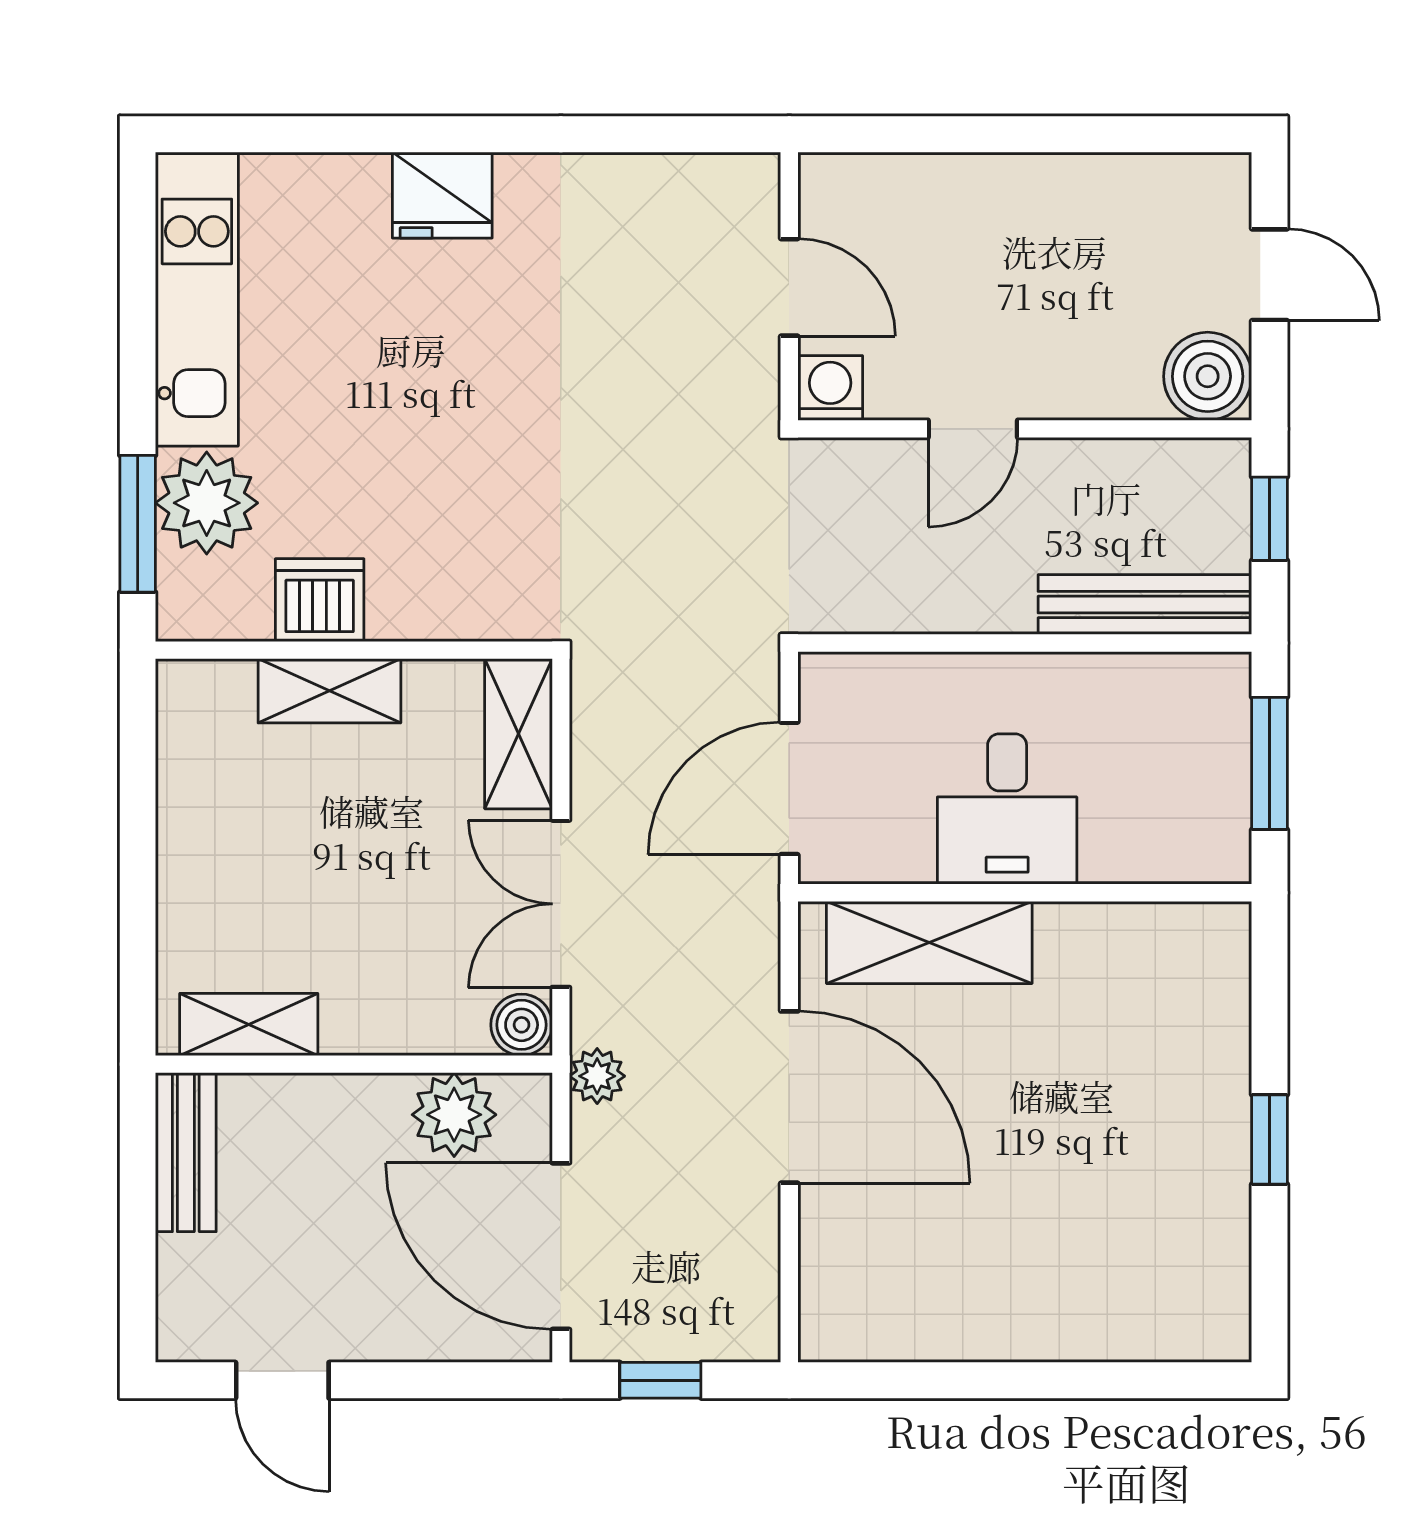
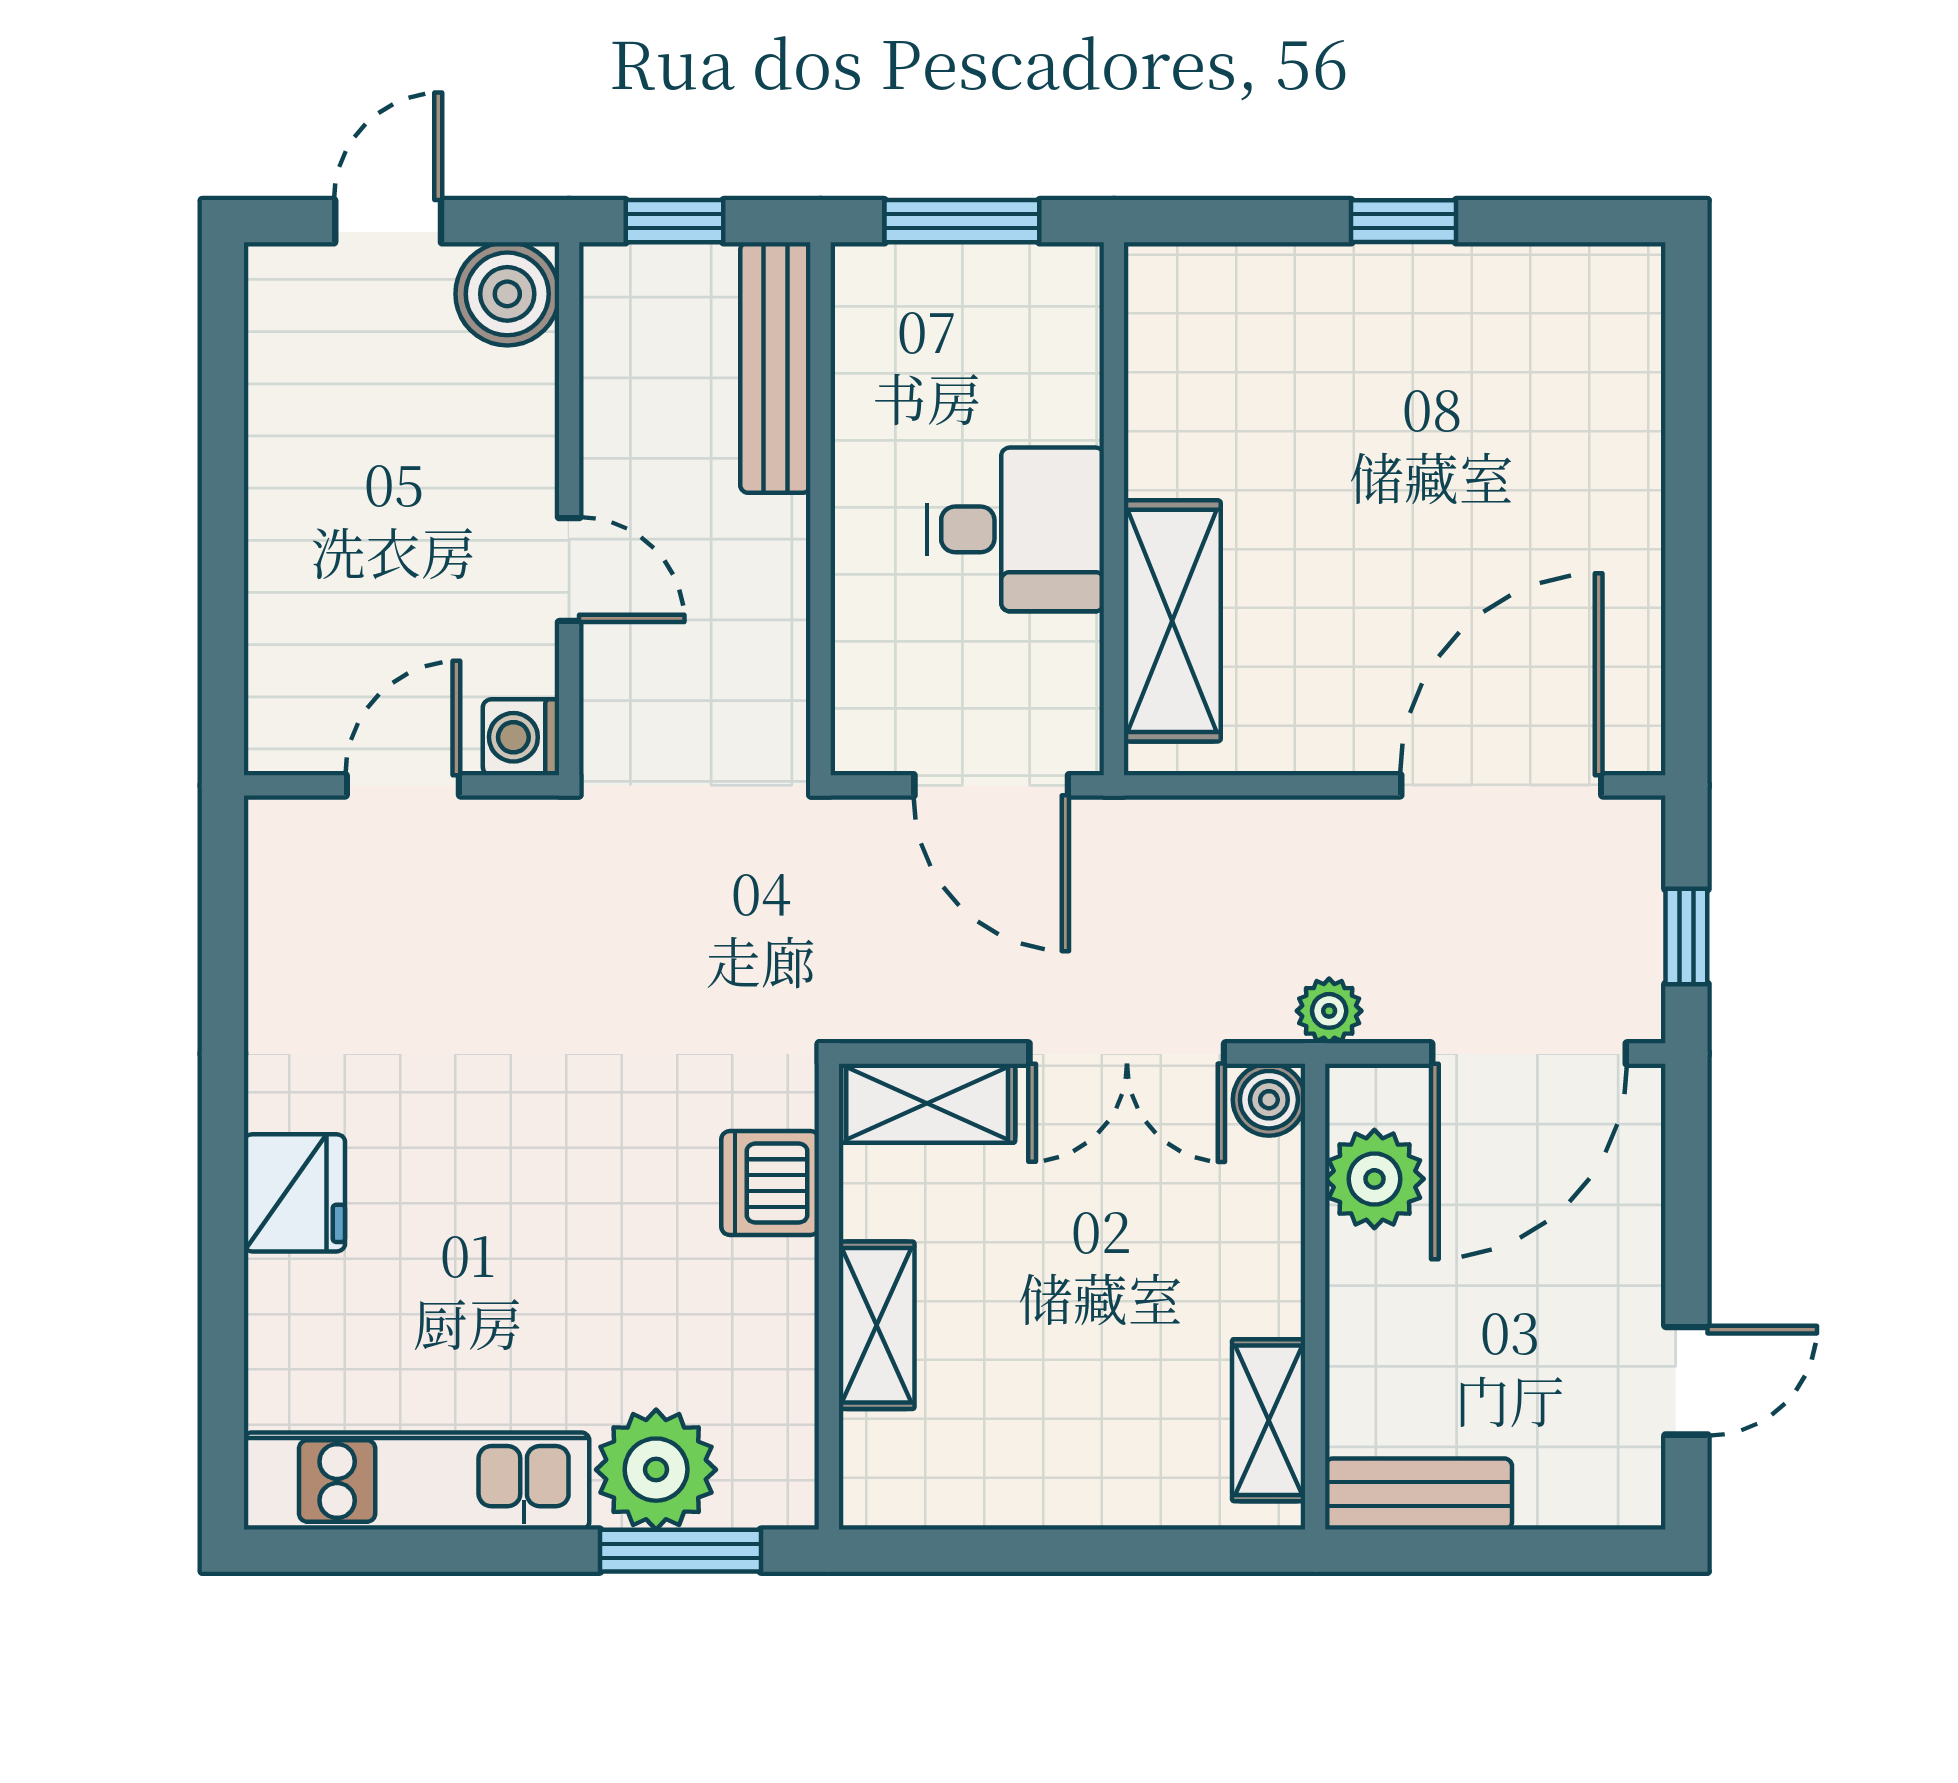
dishwasher: (320, 600) -> (770, 1183), moved
door: (789, 1097) -> (1501, 785), moved

